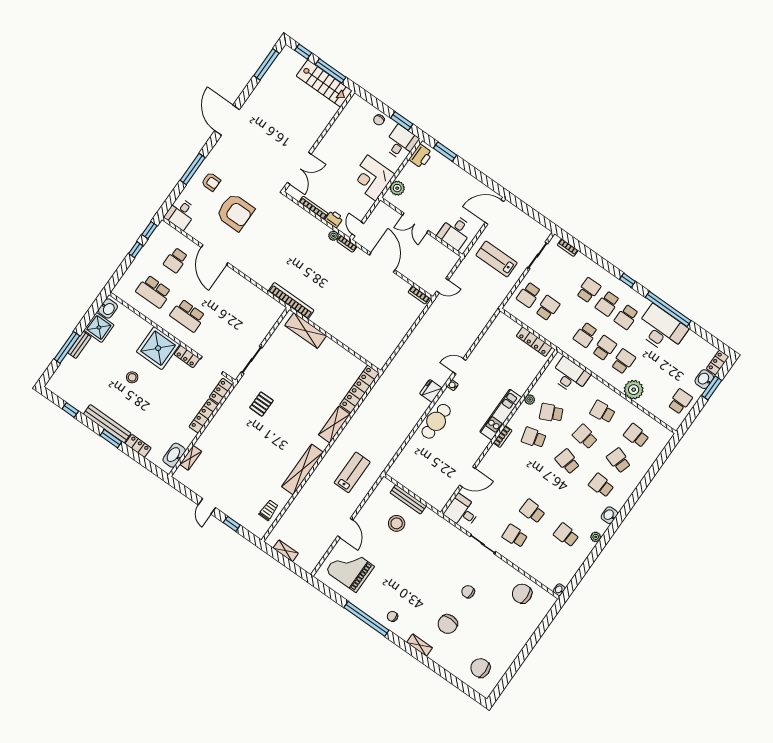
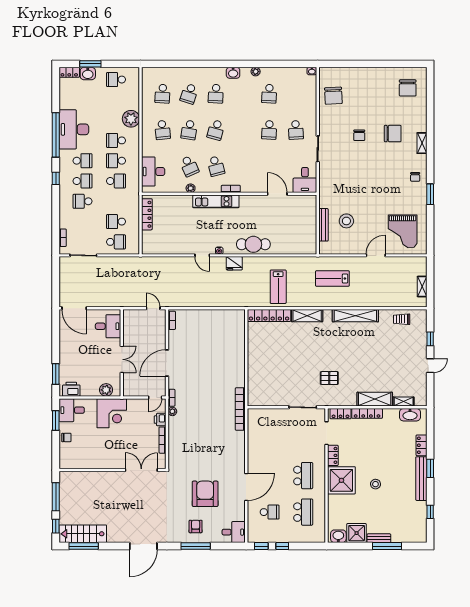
stairs: (324, 83) -> (83, 534), moved, turned -90
lab bench: (497, 259) -> (278, 287), moved
shelving: (306, 331) -> (375, 399), moved, turned 90
window: (366, 619) -> (430, 194), width x0.47

